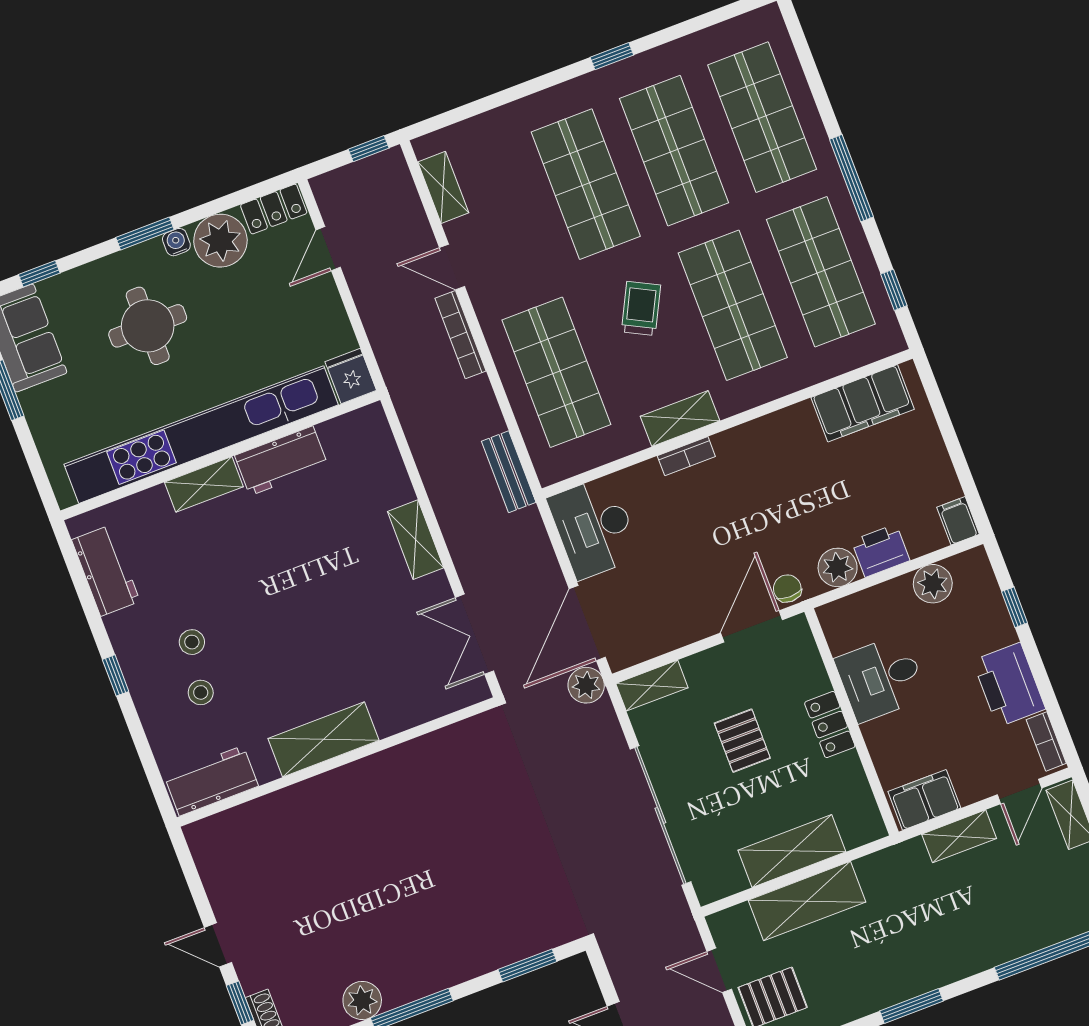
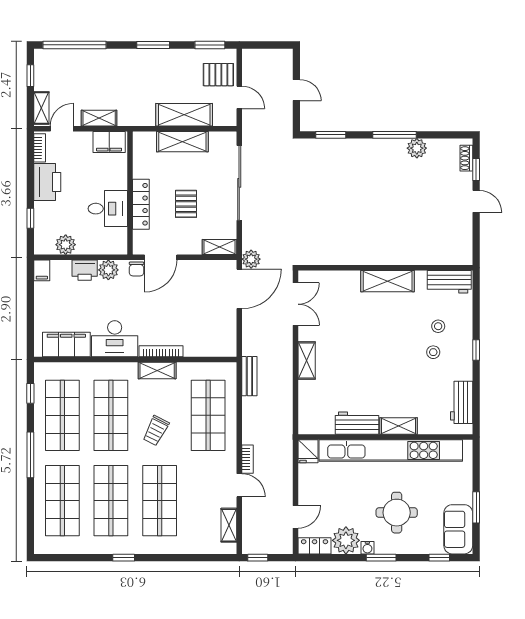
bookcase: (460, 335) -> (248, 459), width x0.64
bookcase: (686, 456) -> (161, 351), width x1.56
desk: (594, 527) -> (115, 339), moved, turned 90
locker: (830, 725) -> (141, 204), width x1.53

